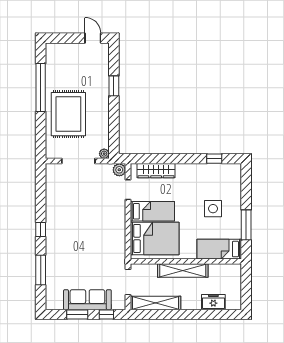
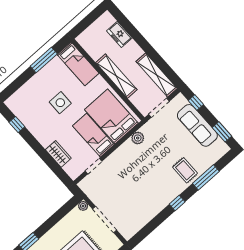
plant: (119, 170) -> (138, 138), moved
wardrobe: (156, 171) -> (58, 154), width x0.67
side table: (213, 209) -> (60, 103), moved
rug: (61, 259) -> (185, 170), added
window: (77, 314) -> (222, 132), moved

